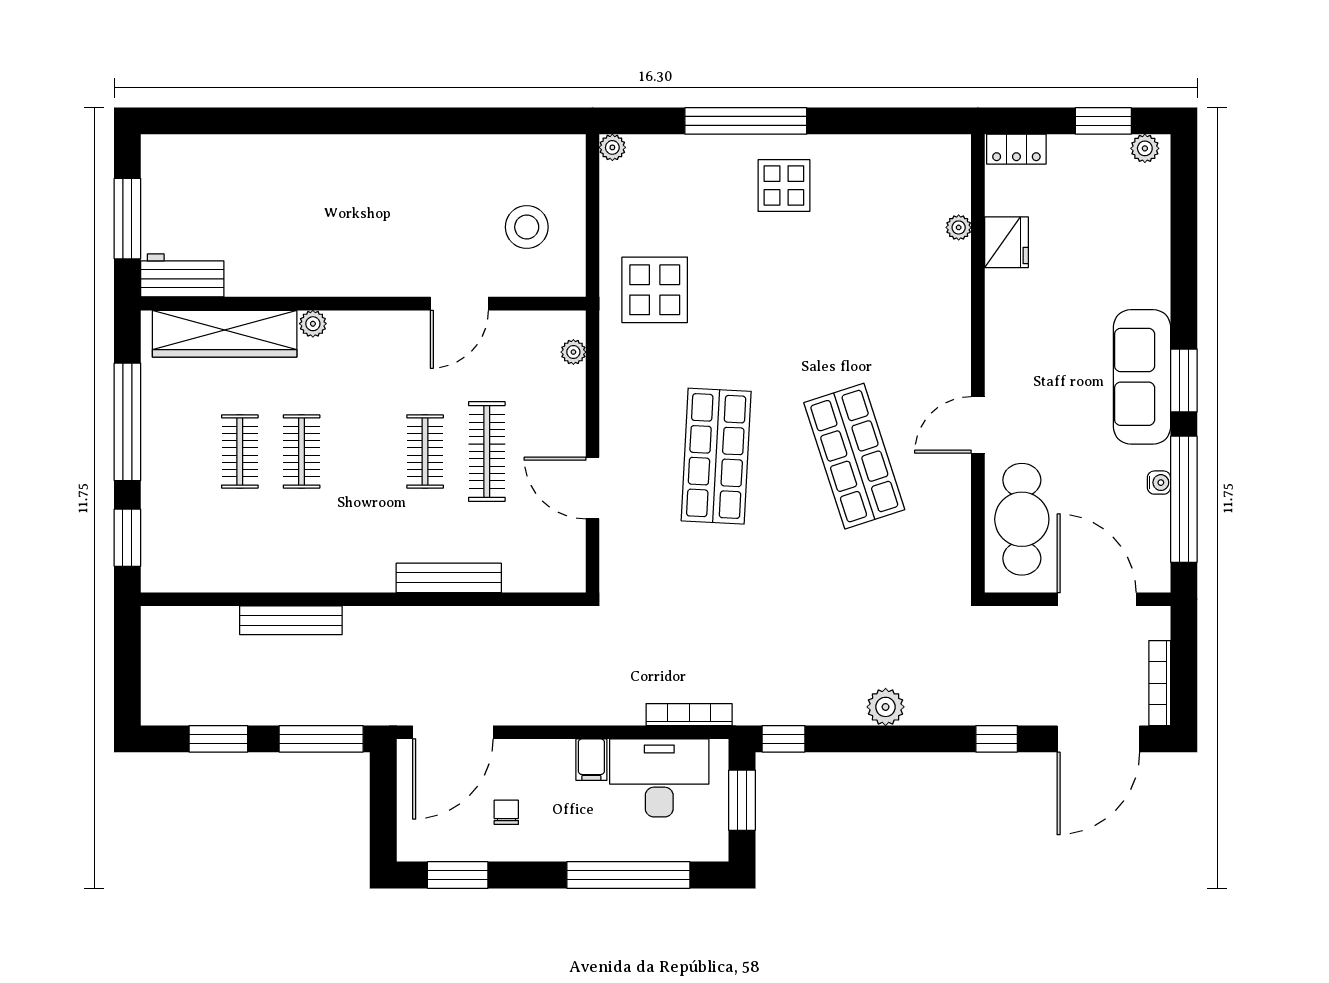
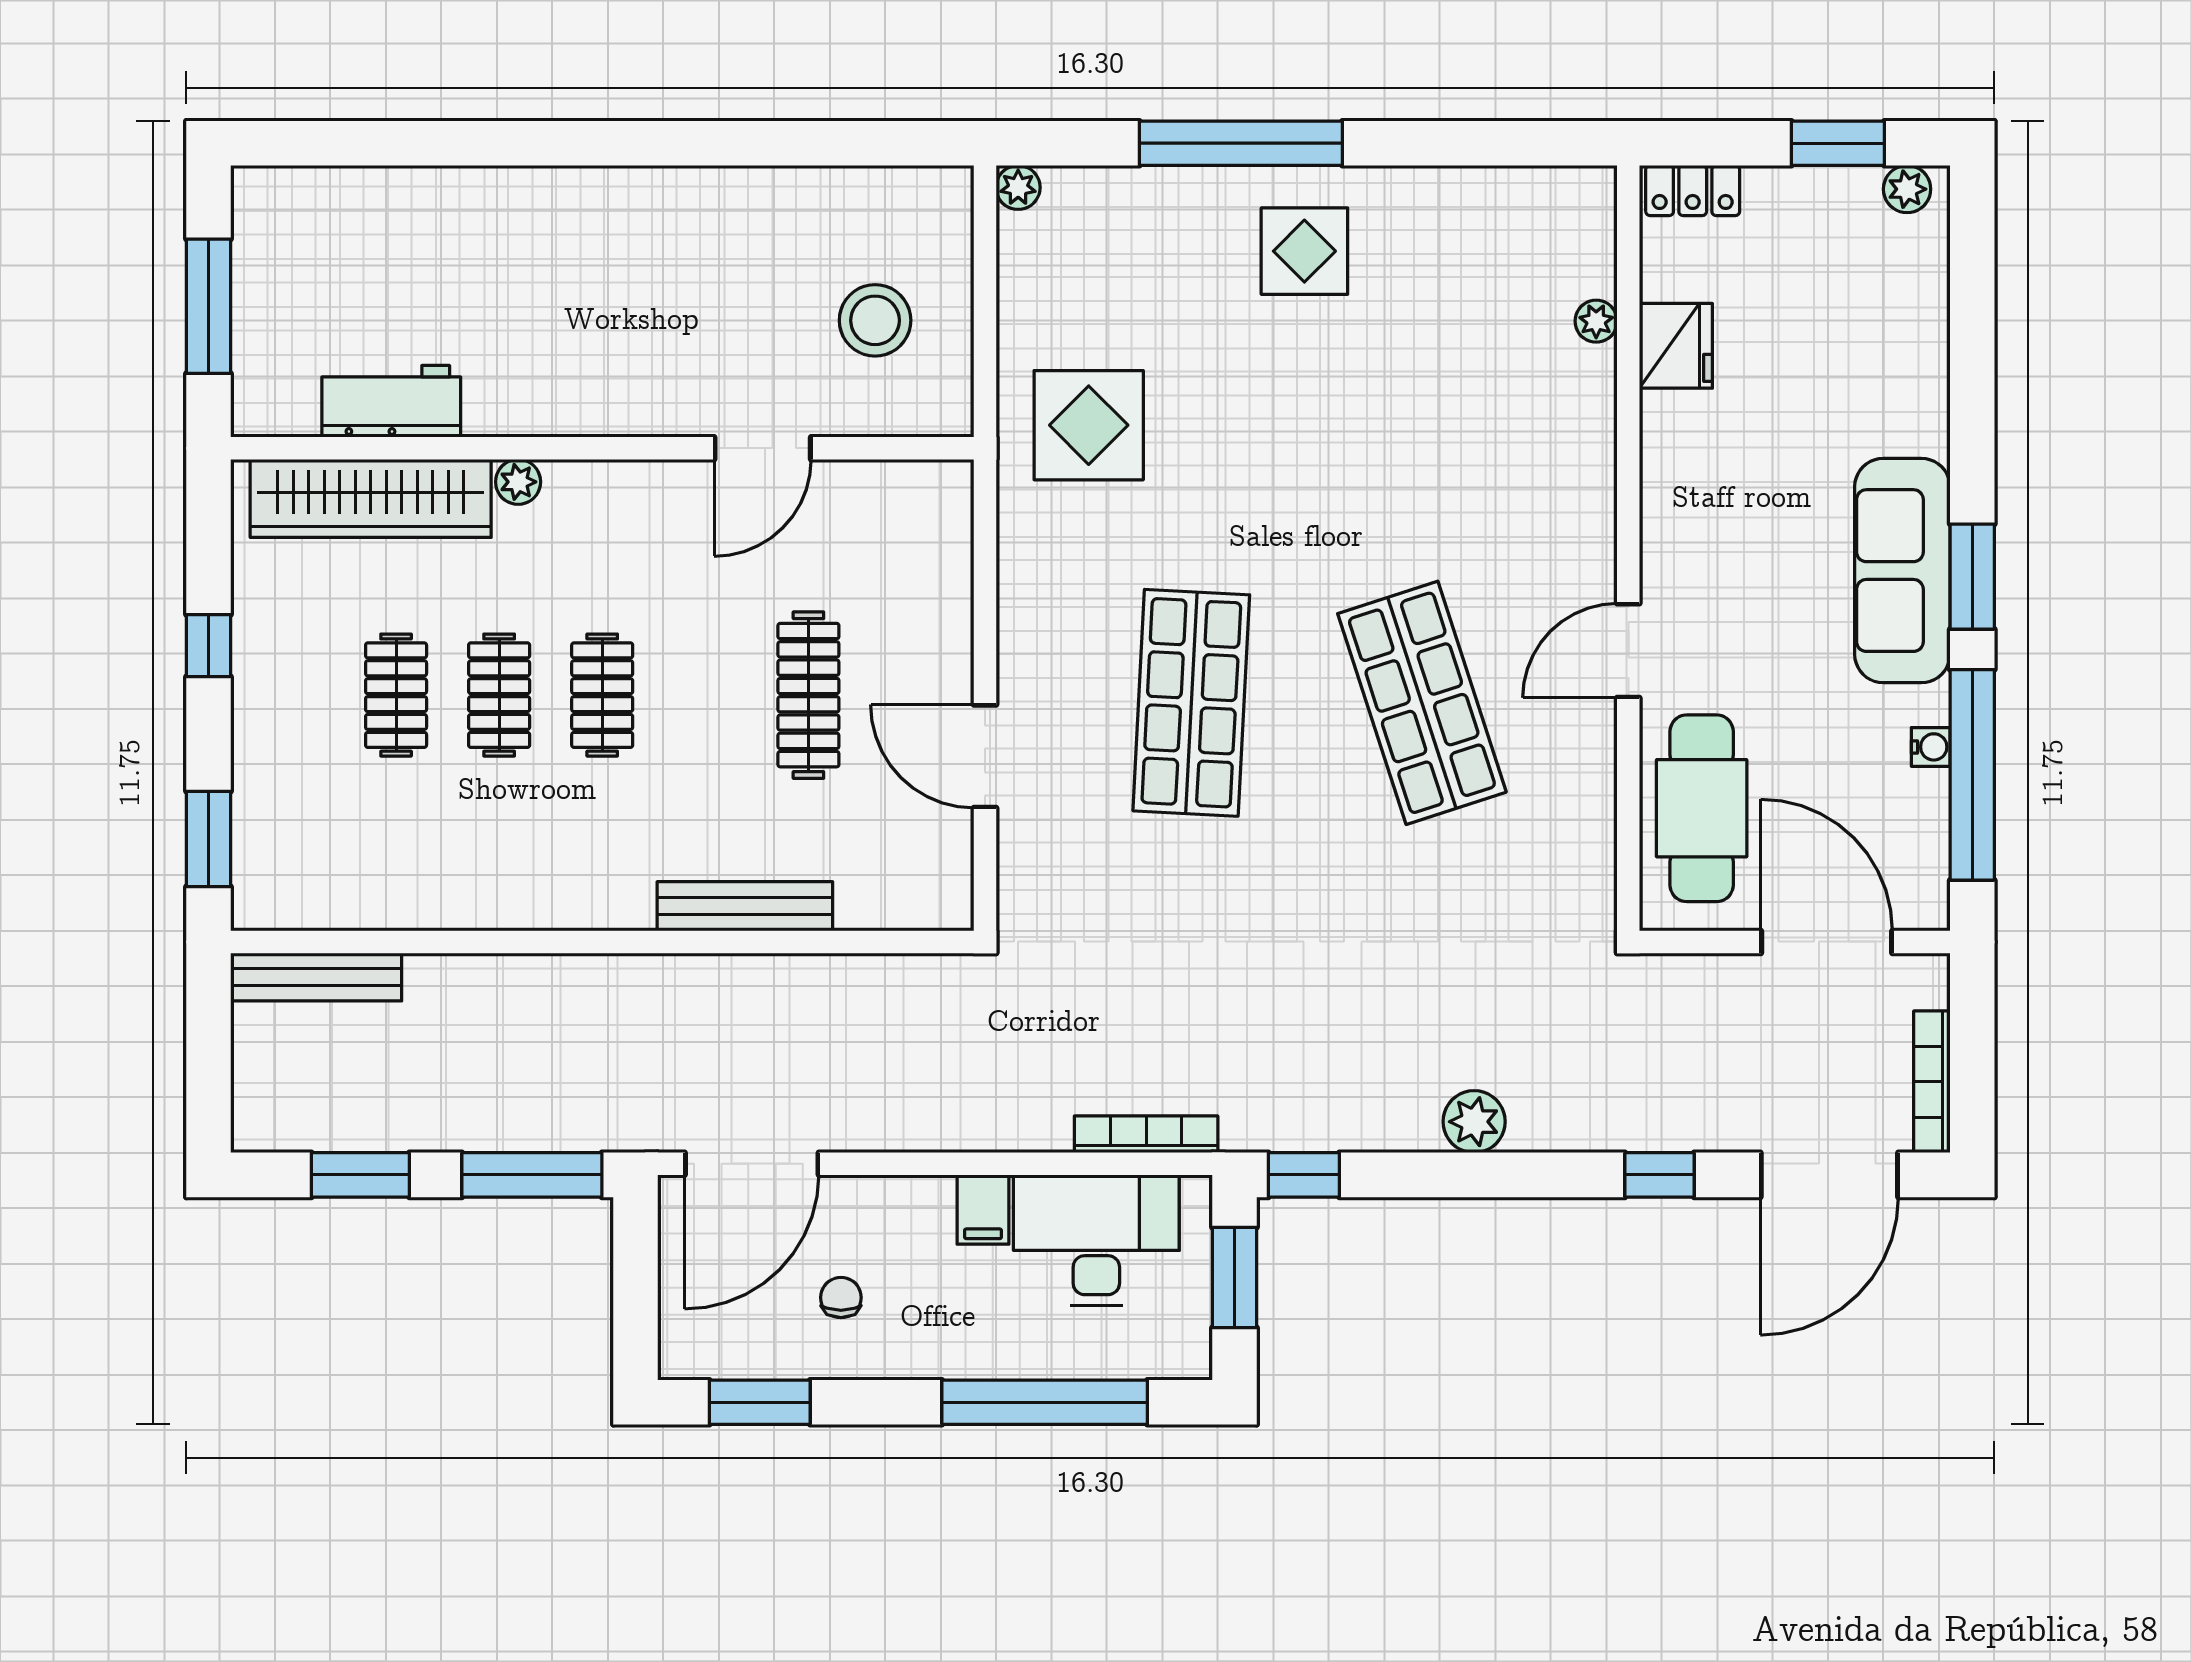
workbench: (182, 275) -> (391, 401), moved
plant: (573, 352) -> (953, 529), removed
window: (127, 422) -> (208, 646), width x0.32
clothes rail: (425, 451) -> (602, 695), moved
bench: (291, 620) -> (316, 977), moved

